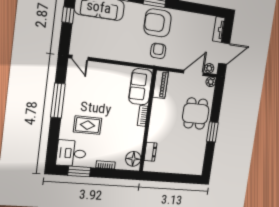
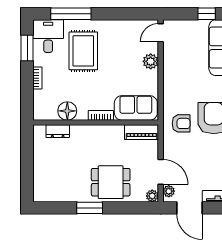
plant: (104, 70) -> (151, 61), added
window: (58, 101) -> (71, 14), moved
rug: (88, 125) -> (83, 51), width x1.36, depth x1.43
floor lamp: (133, 159) -> (67, 111), moved

